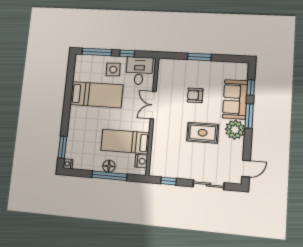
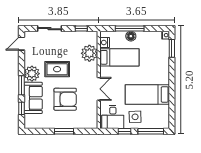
armchair: (195, 95) -> (65, 99), width x1.88, depth x1.88
plant: (161, 149) -> (89, 53), added

